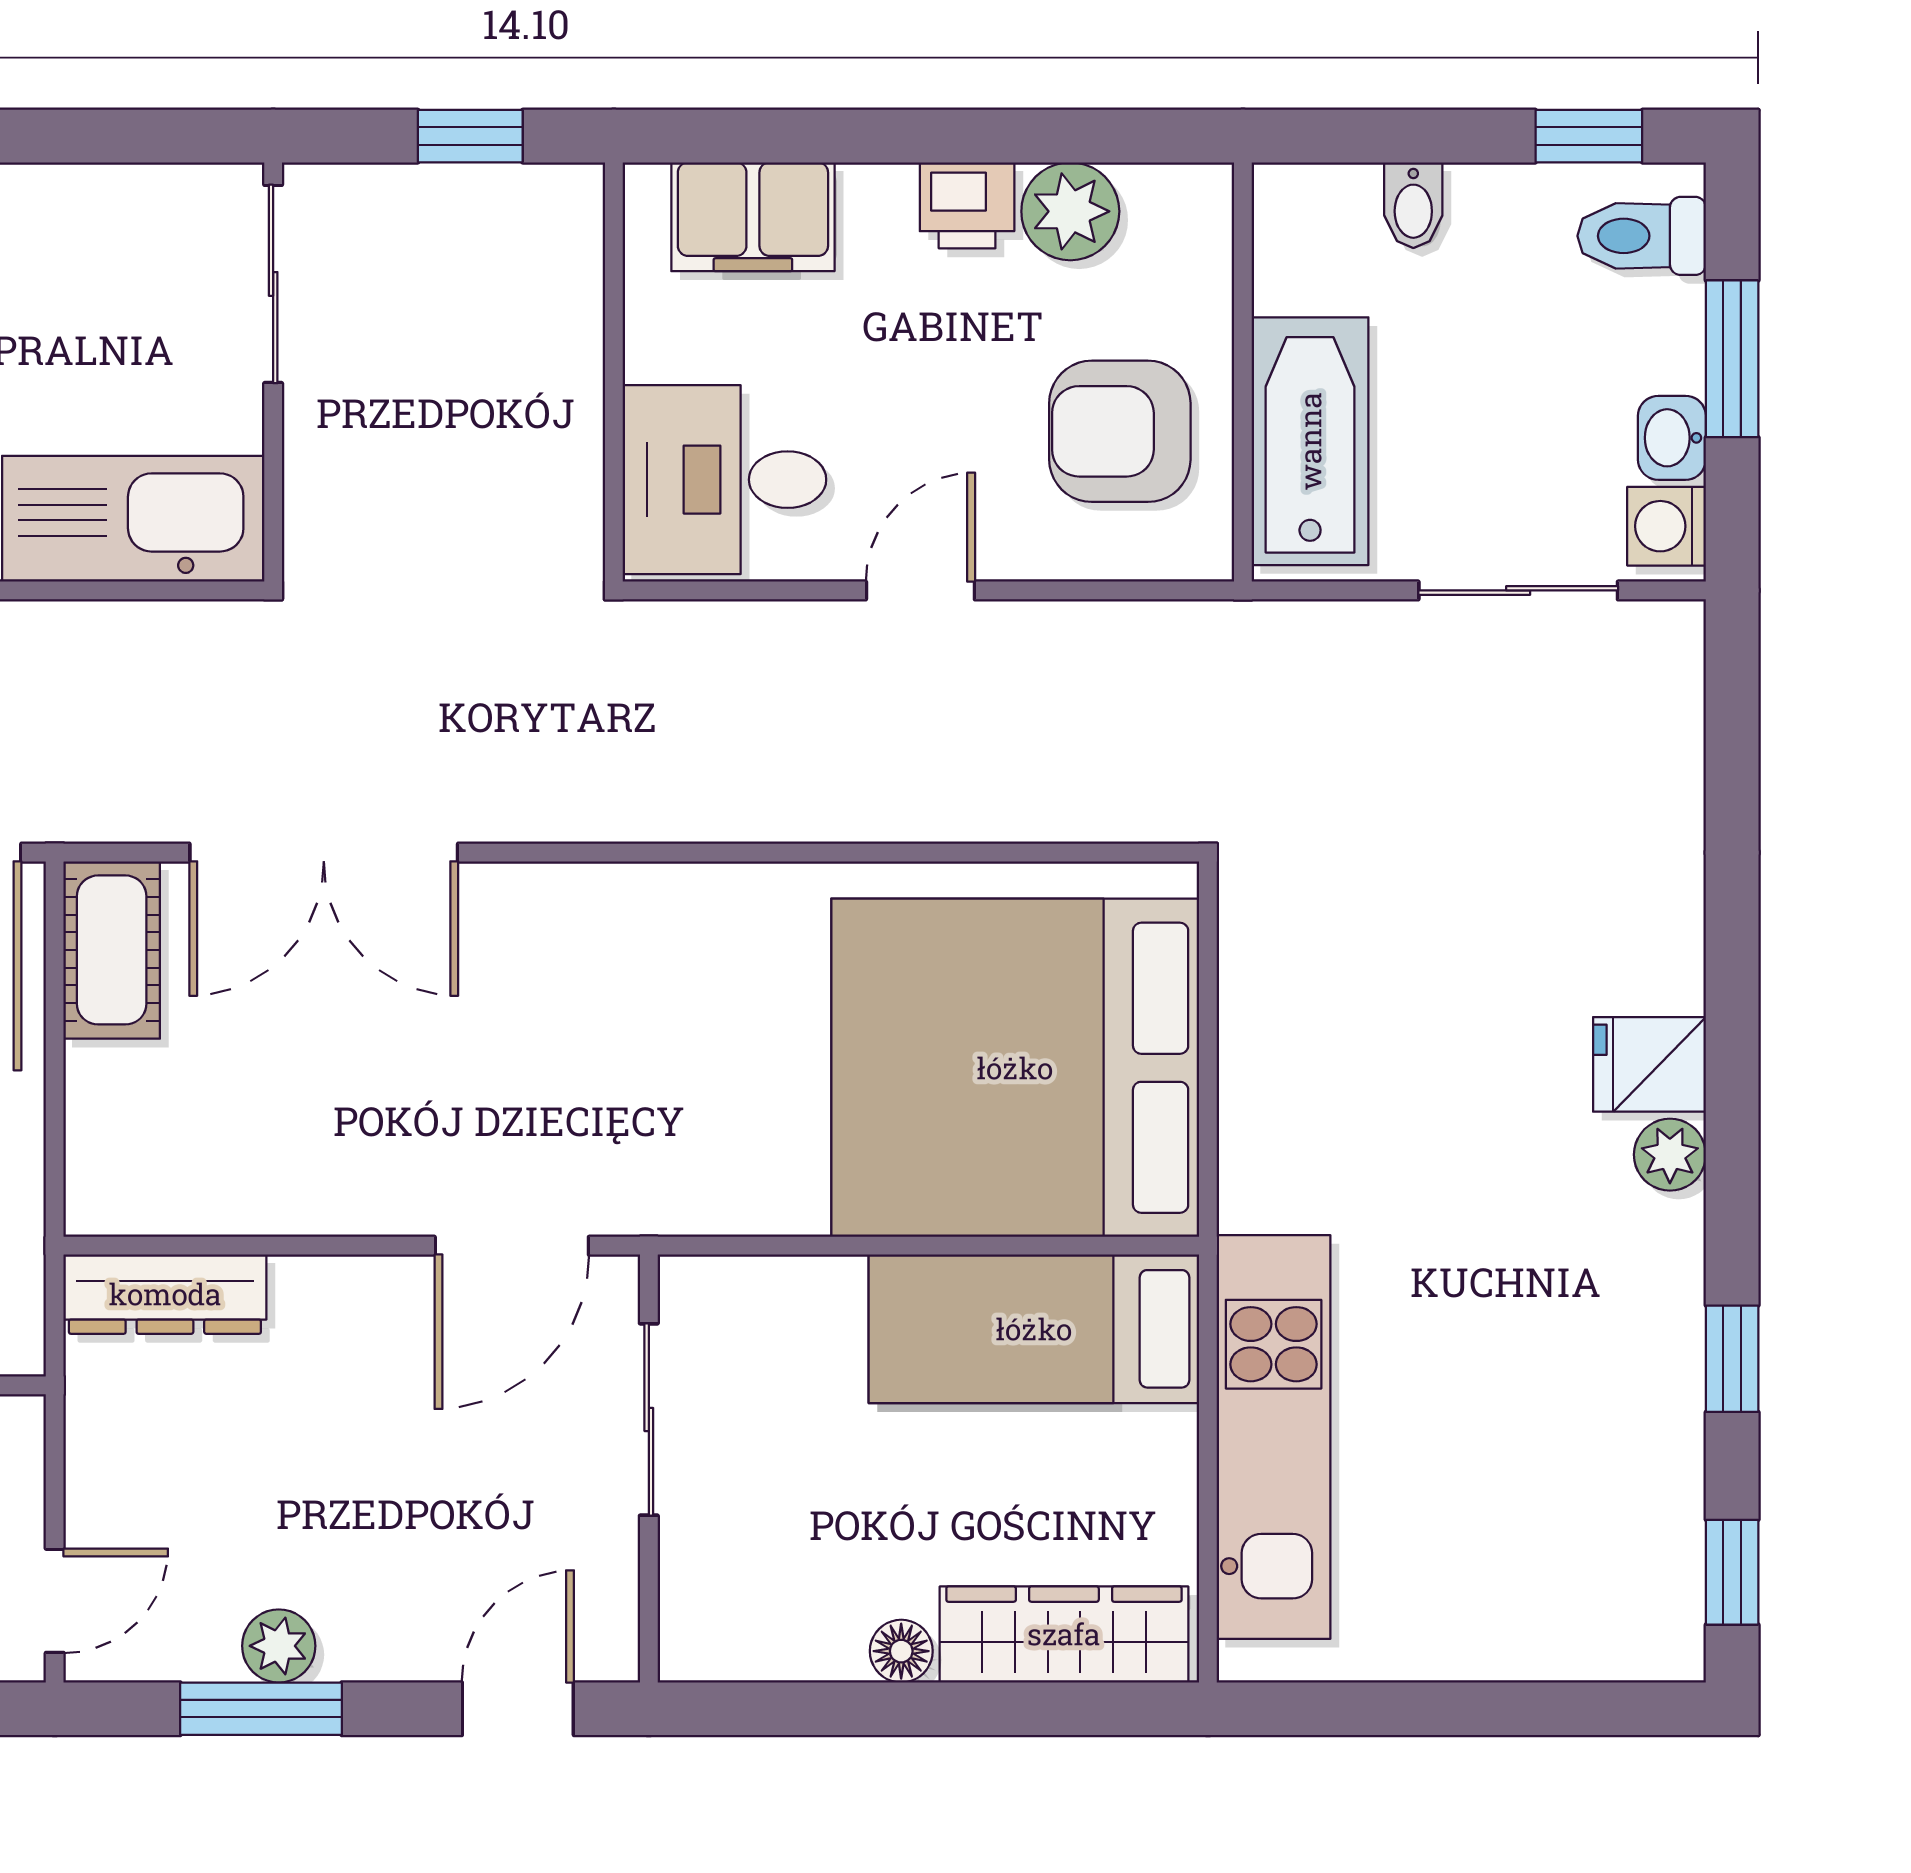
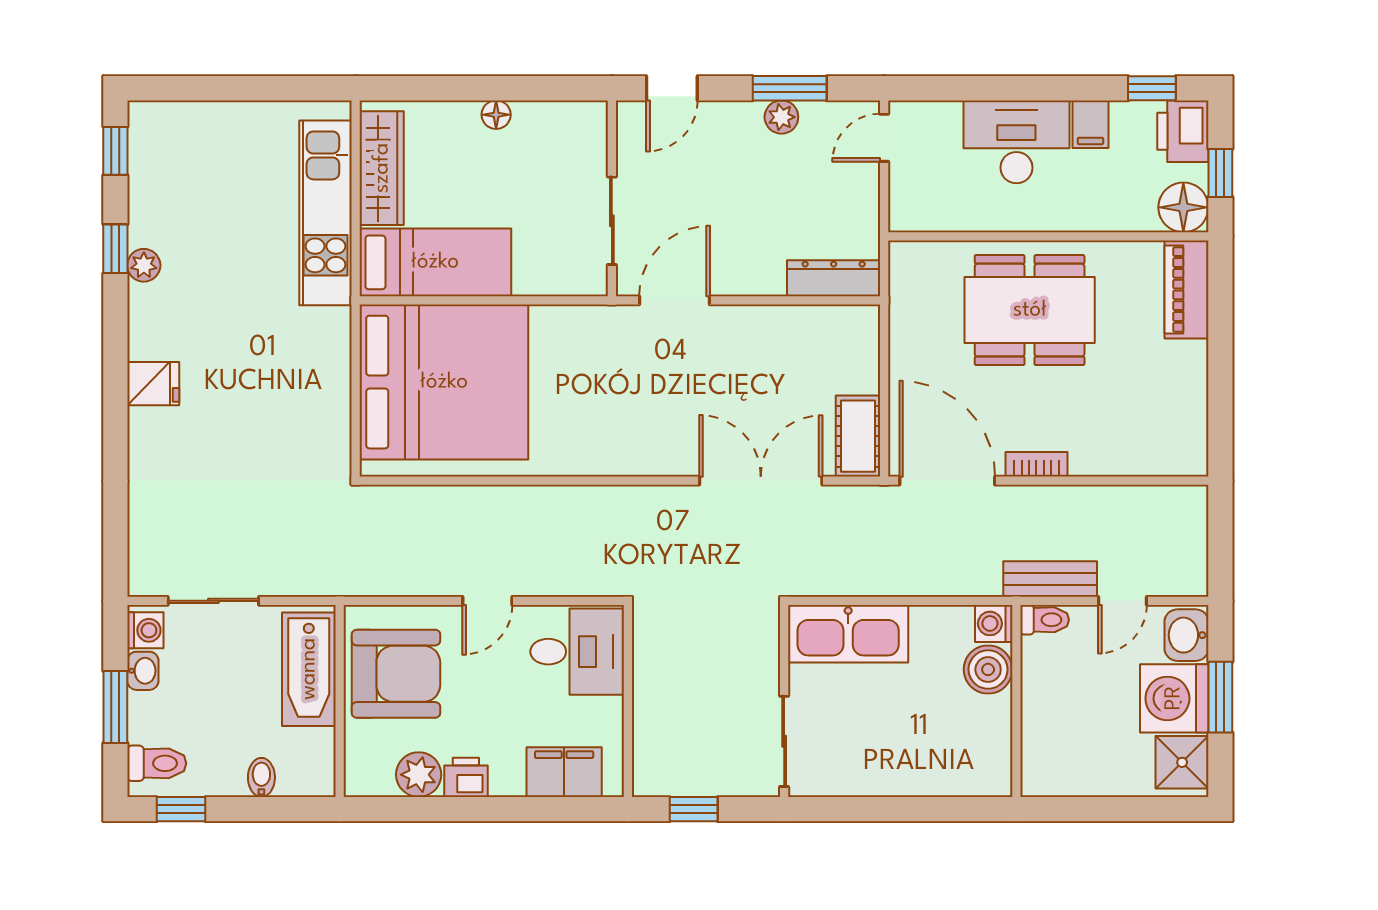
armchair: (1120, 431) -> (396, 674), width x1.36, depth x1.36
plant: (1670, 1155) -> (144, 265), moved
wardrobe: (1064, 1634) -> (382, 168), moved, turned -90

